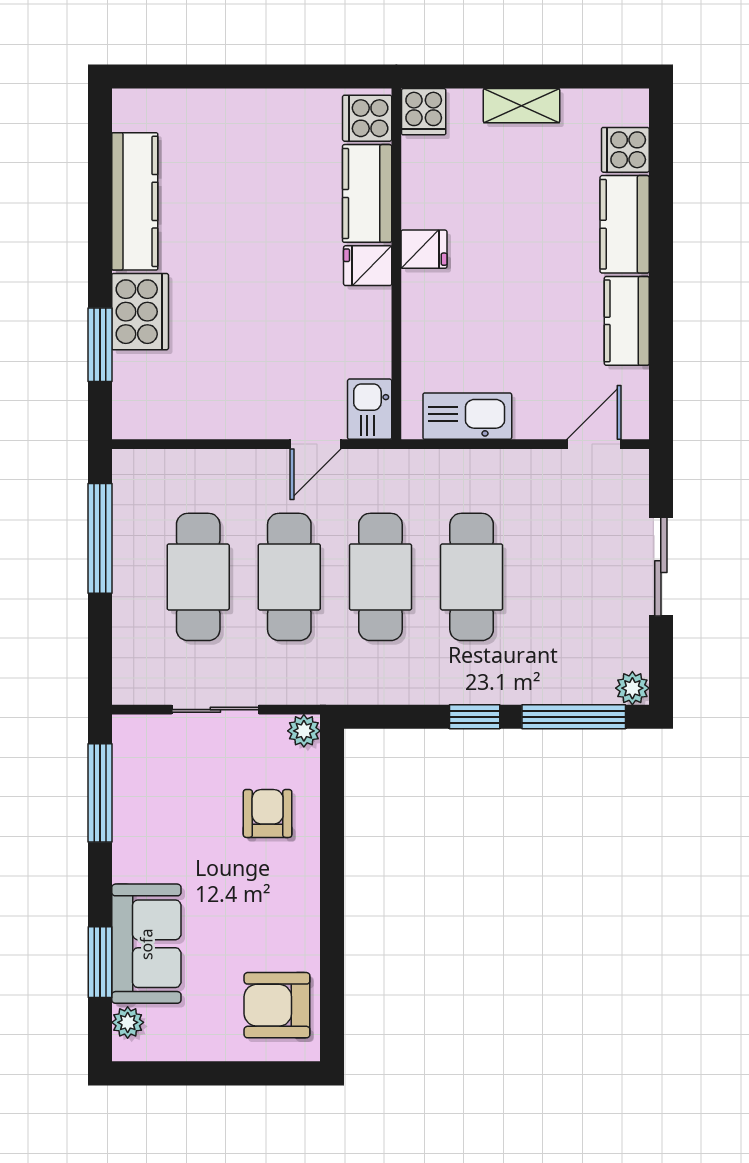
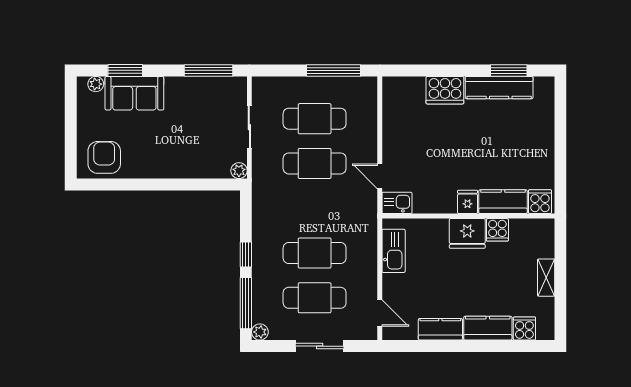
cooker: (424, 112) -> (497, 230), moved, turned -90
fridge: (424, 249) -> (467, 233), width x1.88, depth x1.34
window: (100, 345) -> (509, 70), moved
cafe table: (380, 577) -> (315, 298), moved
armchair: (268, 813) -> (198, 153), removed

